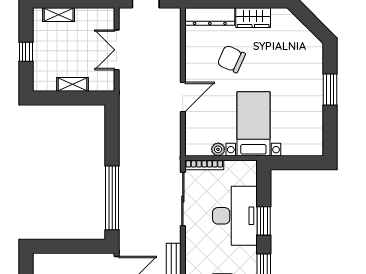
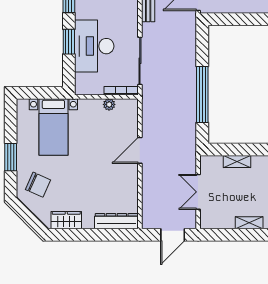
wardrobe: (253, 18) -> (66, 220), moved
double door: (117, 50) -> (198, 192), swing flipped
chair: (231, 59) -> (38, 185), moved
bed with nightstands: (253, 124) -> (53, 127), moved
window: (112, 198) -> (202, 95), moved

